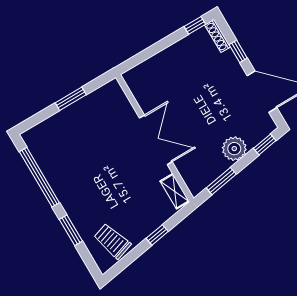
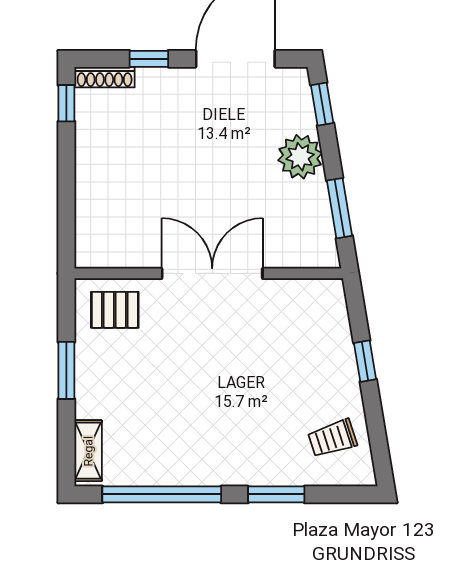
pallet: (112, 105) -> (115, 310), added
shelving: (175, 191) -> (88, 451), moved, turned 90
trolley: (112, 241) -> (332, 438), width x0.73, depth x0.72

